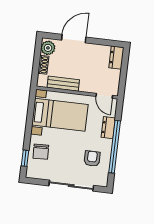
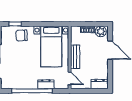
bench: (63, 84) -> (75, 57), moved
door: (104, 96) -> (70, 78), swing flipped
armchair: (92, 159) -> (21, 75), removed

